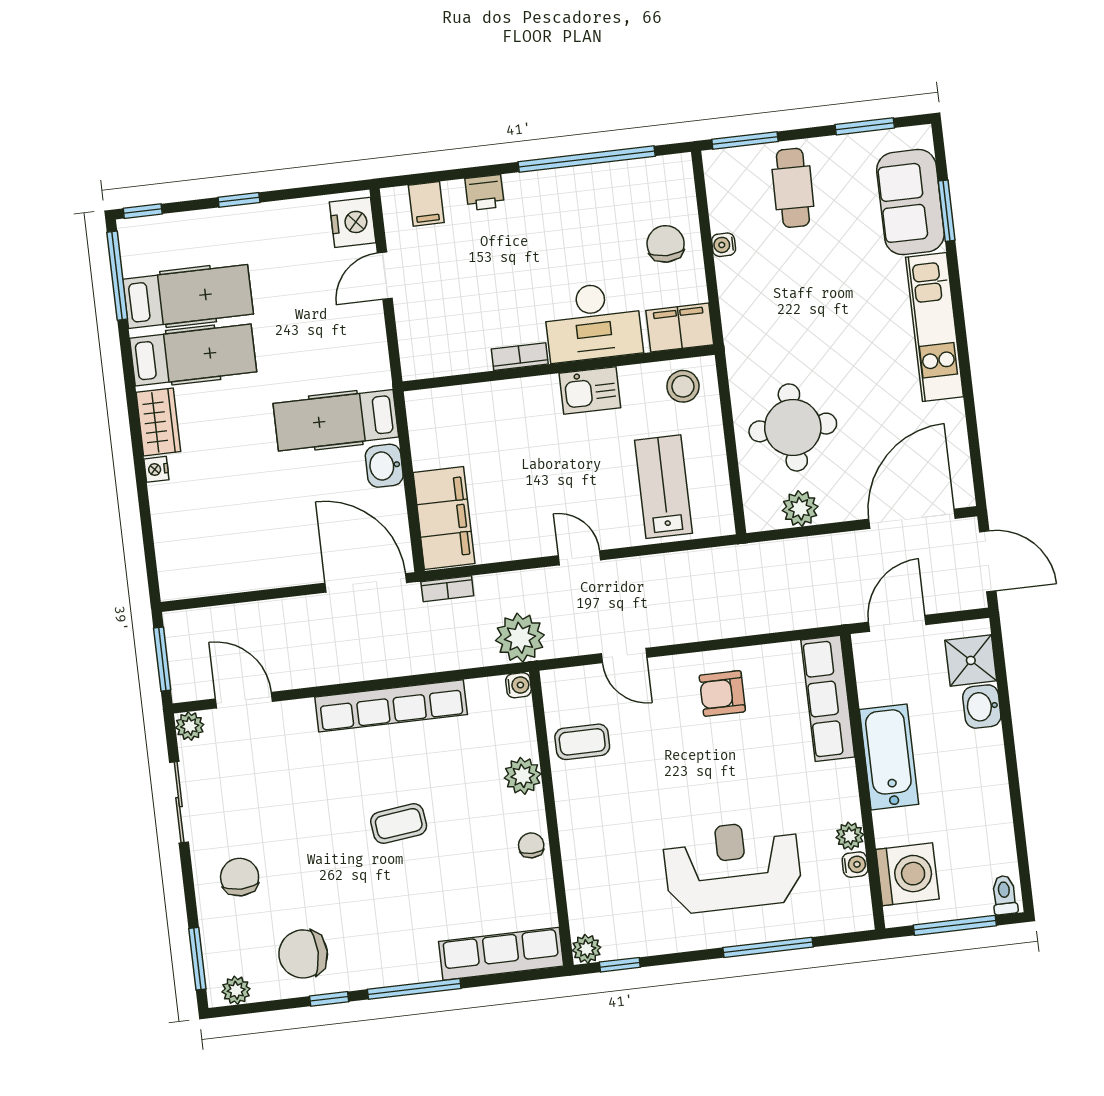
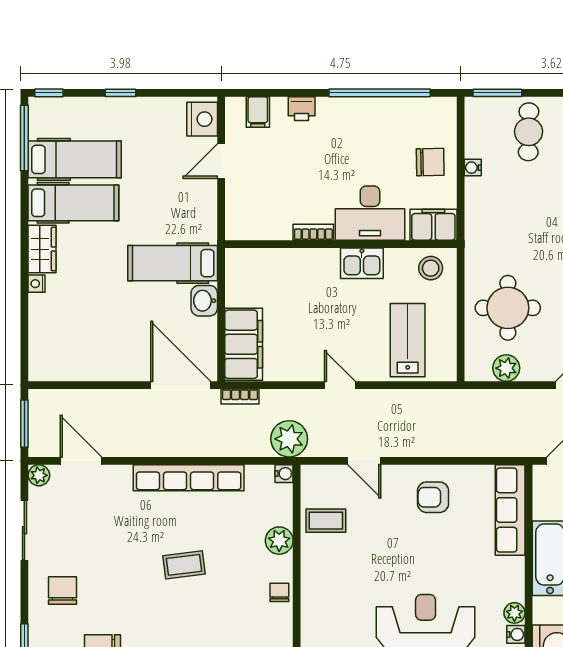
chair: (666, 244) -> (430, 162), turned 89

